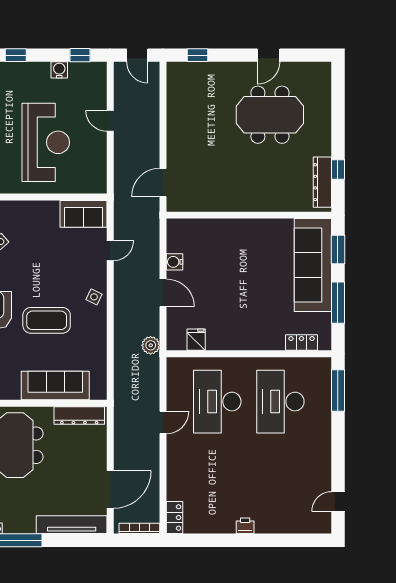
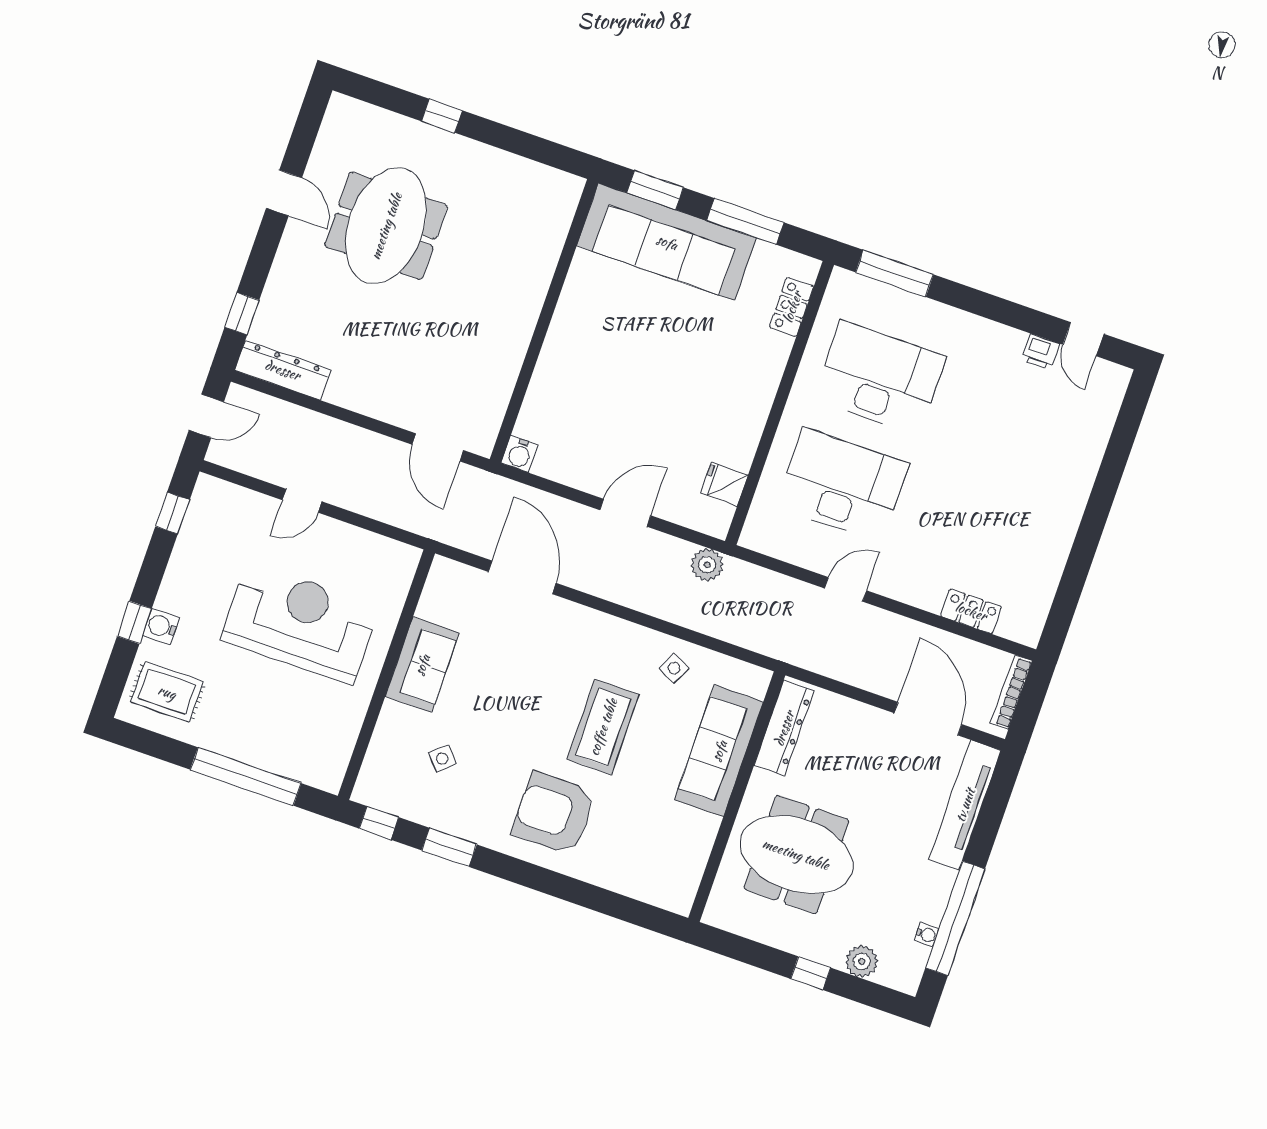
water cooler: (59, 70) -> (161, 626), moved
window: (338, 170) -> (442, 116), moved
dresser: (322, 182) -> (283, 370), moved, turned 180
sofa: (83, 214) -> (422, 665), moved
door: (110, 251) -> (522, 577), width x1.87
water cooler: (175, 262) -> (520, 454), moved
side table: (94, 297) -> (674, 668), moved
desk: (217, 402) -> (842, 485), turned 180
desk: (280, 402) -> (879, 378), turned 180
door: (163, 422) -> (845, 589), hinge flipped
locker: (174, 518) -> (971, 611), moved
printer: (245, 526) -> (1041, 352), moved, turned -90

